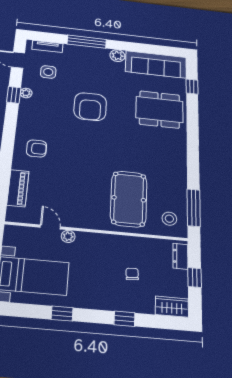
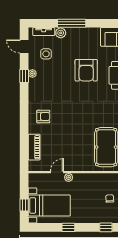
plant: (117, 56) -> (61, 33), moved
armchair: (90, 107) -> (86, 70), moved
door: (50, 227) -> (57, 172), hinge flipped

